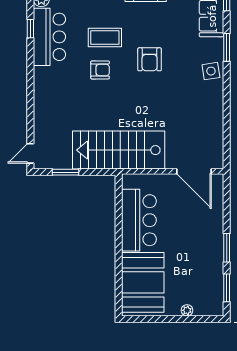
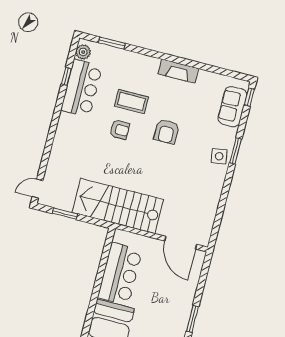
window: (227, 47) -> (236, 151), moved

